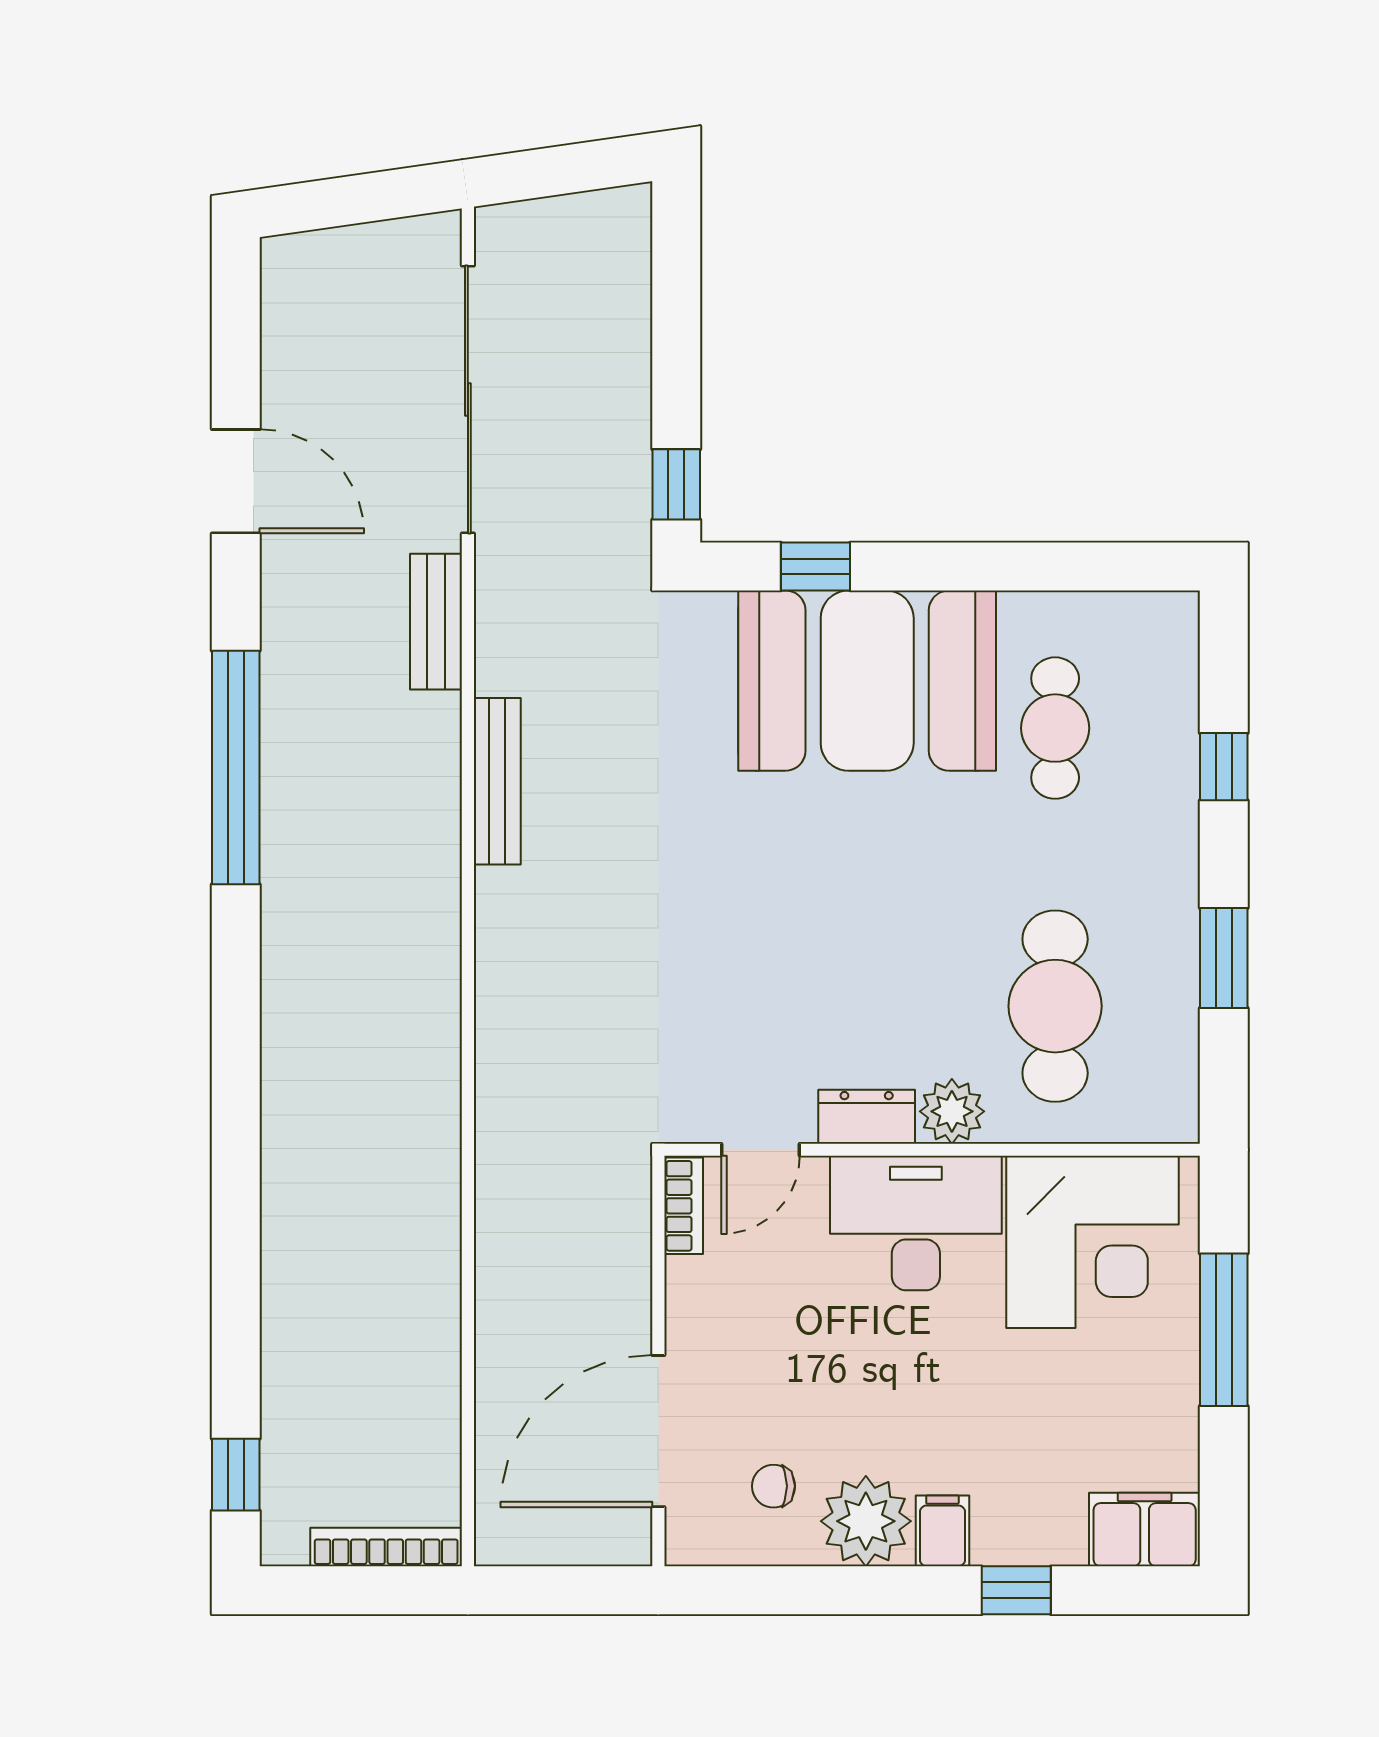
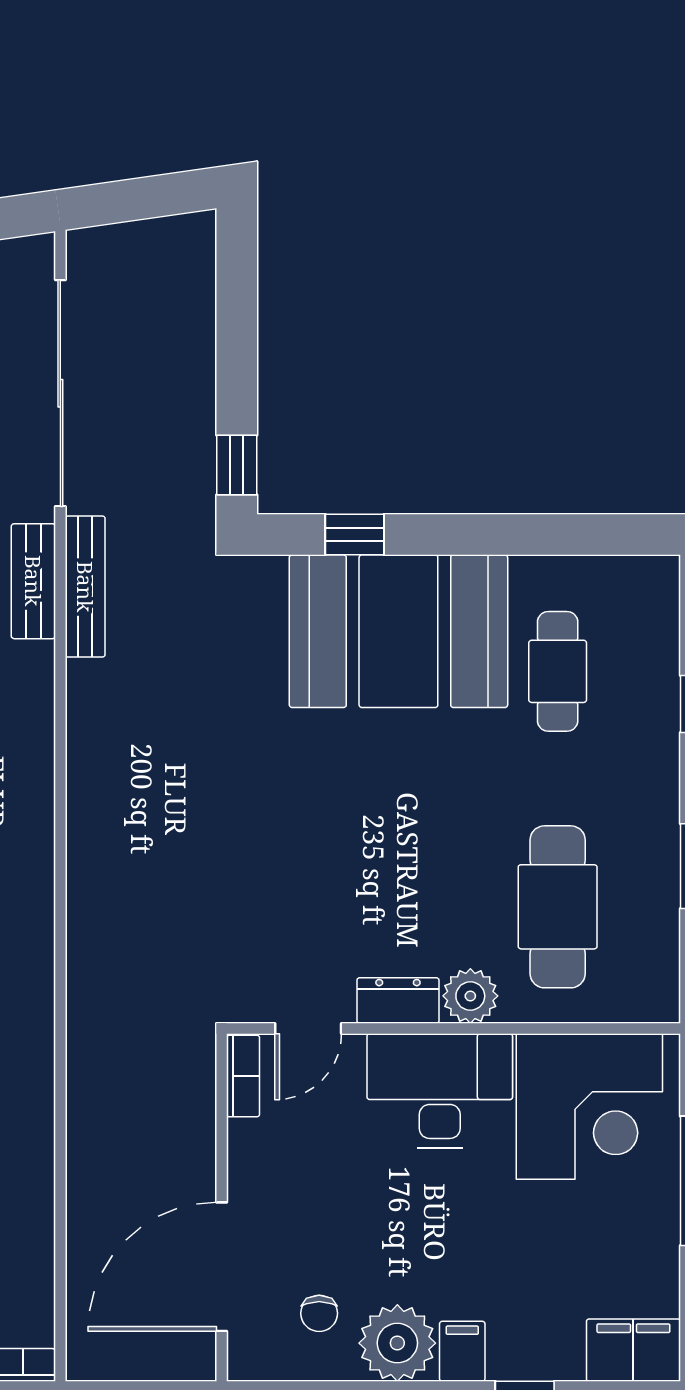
bench: (497, 781) -> (85, 587), moved
chair: (773, 1486) -> (319, 1313), turned -90

